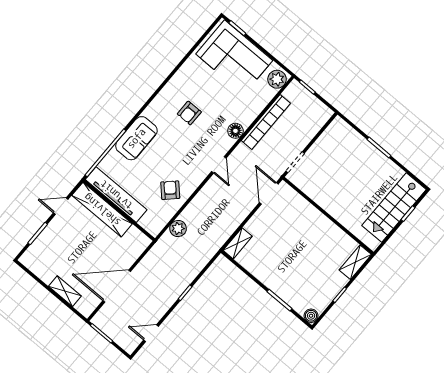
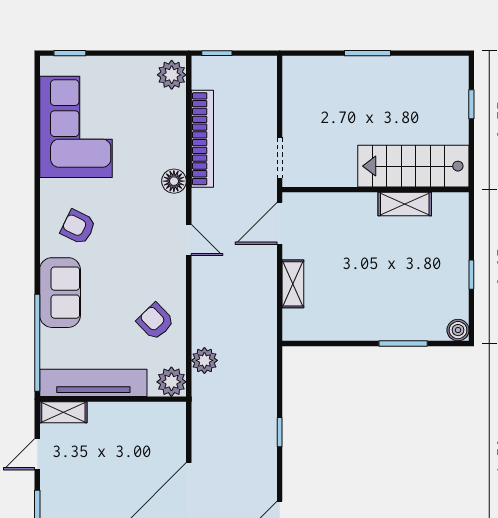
corner sofa: (234, 57) -> (76, 127), moved, turned -90
armchair: (189, 113) -> (78, 227), moved, turned 116
door: (269, 193) -> (280, 223), hinge flipped
stairs: (394, 207) -> (413, 166), moved, turned 90
shelving: (102, 210) -> (63, 412), width x0.45, depth x0.75
plant: (154, 225) -> (171, 382), added
shelving: (238, 243) -> (293, 284), moved
shelving: (355, 262) -> (405, 204), moved, turned 90

